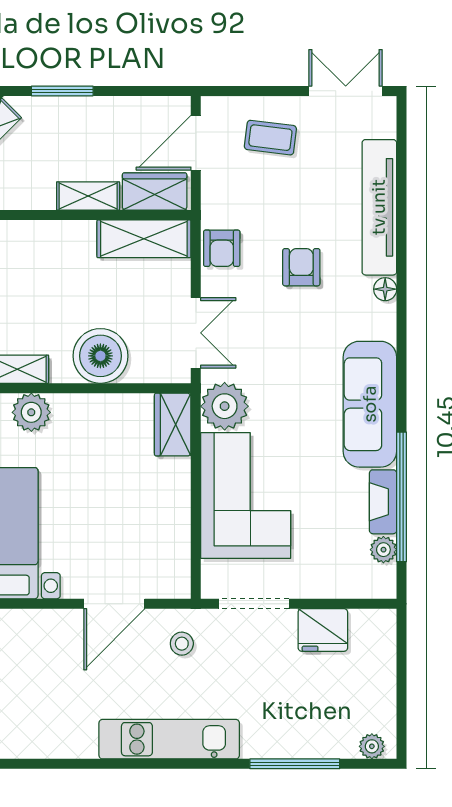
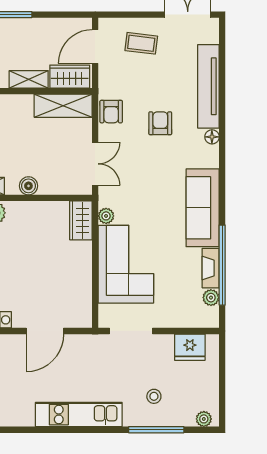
boiler: (100, 356) -> (28, 186), width x0.54, depth x0.54
plant: (225, 406) -> (106, 216), width x0.53, depth x0.53
fridge: (323, 630) -> (190, 347), moved
stool: (182, 644) -> (154, 396), moved

